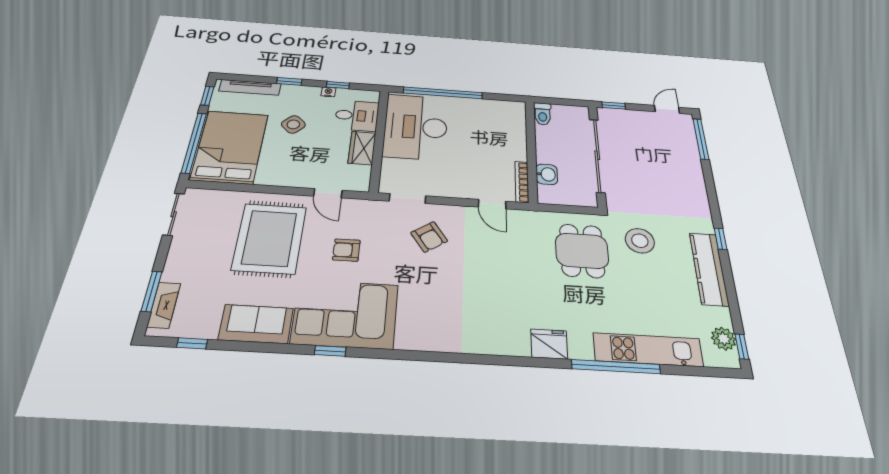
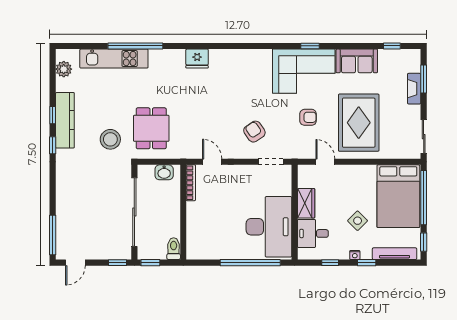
nightstand: (328, 92) -> (355, 255), moved
window: (572, 102) -> (150, 263), added
washbasin: (547, 174) -> (164, 172), moved, turned -90
fireplace: (164, 305) -> (414, 89), moved
fridge: (549, 344) -> (197, 59), moved
window: (742, 346) -> (53, 115), moved

